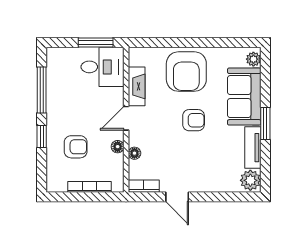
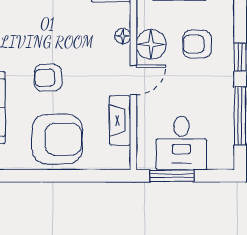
desk: (103, 67) -> (181, 143), moved, turned -90
armchair: (186, 72) -> (57, 139), turned 90
floor lamp: (118, 147) -> (151, 44), width x1.89, depth x1.89

